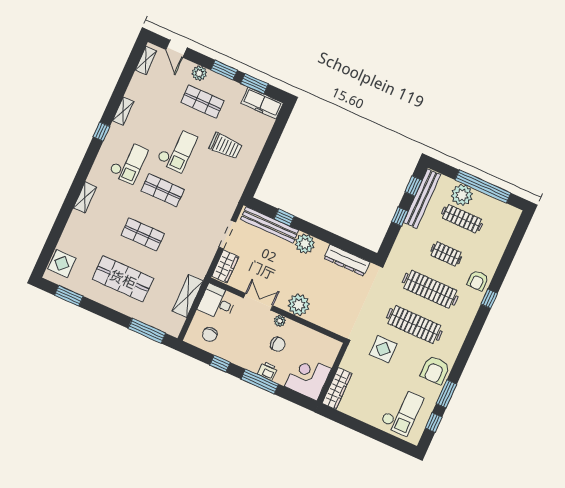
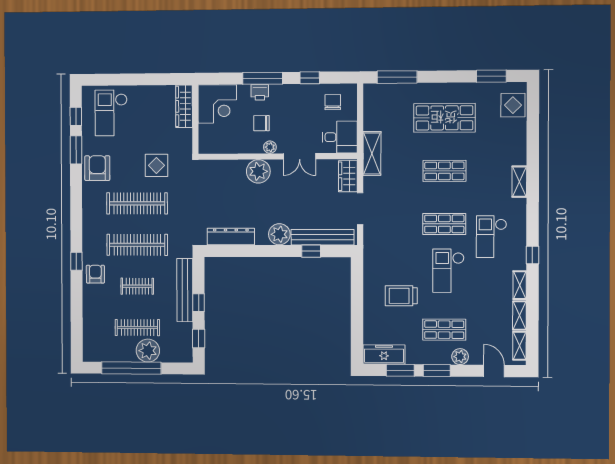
shelving: (135, 86) -> (519, 315), added
bench: (422, 199) -> (185, 290), moved
shelving: (188, 296) -> (372, 153), moved

